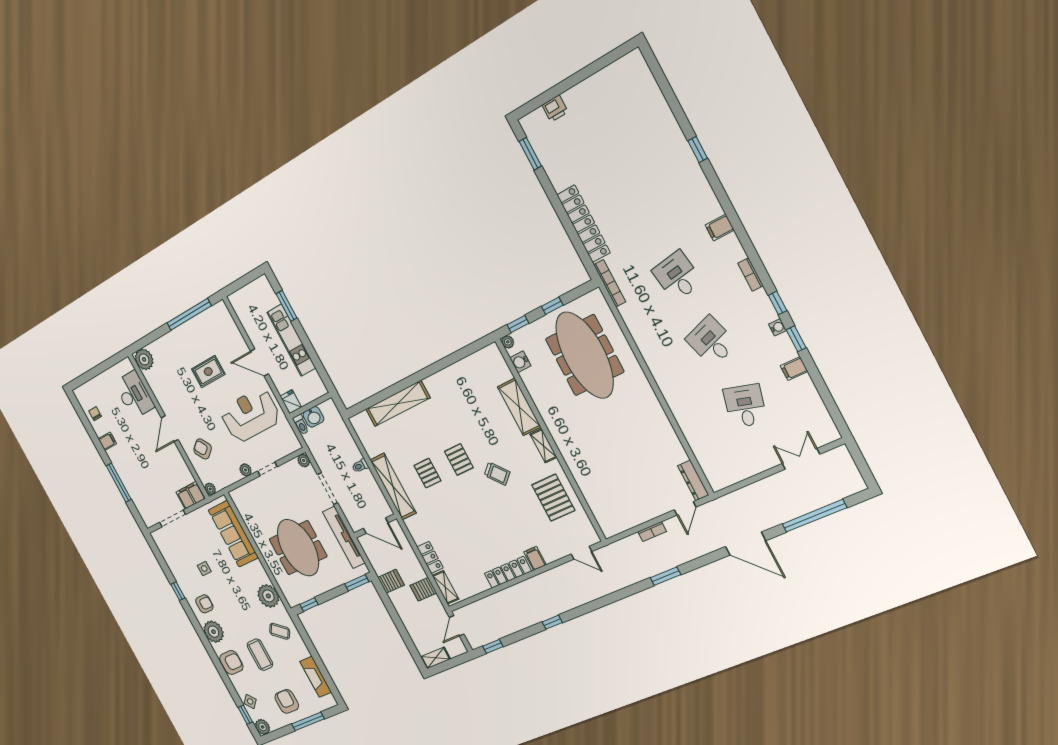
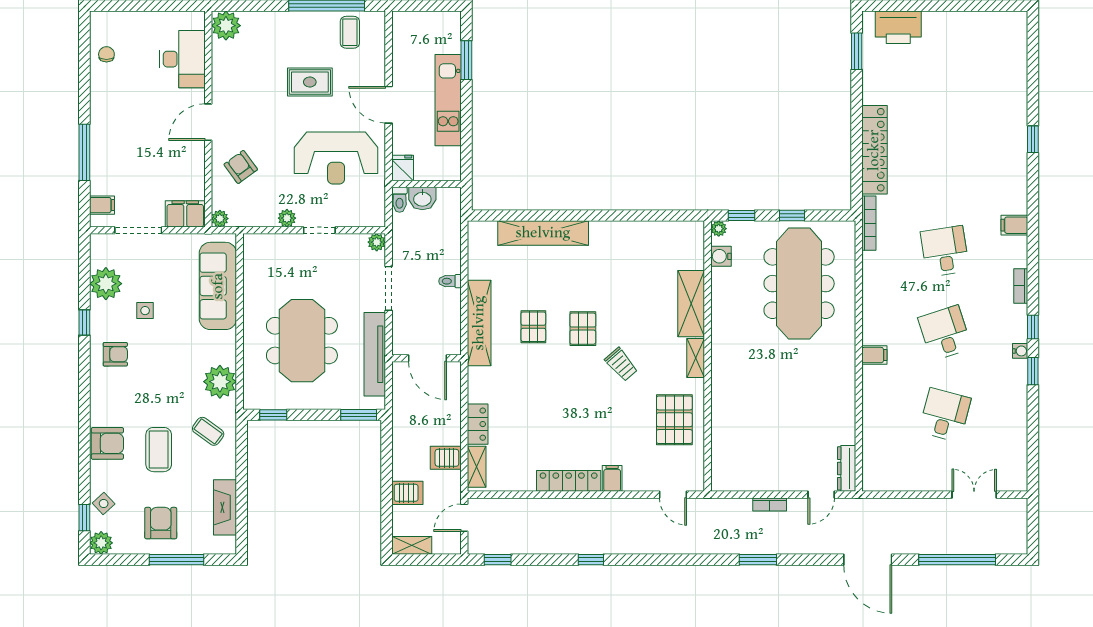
printer: (555, 108) -> (898, 27), width x1.87, depth x1.48
coffee table: (211, 325) -> (350, 32), added
filing cabinet: (794, 369) -> (874, 355), moved, turned 180
reception desk: (250, 415) -> (336, 158), turned 180
filing cabinet: (107, 441) -> (102, 205), moved
server rack: (391, 581) -> (407, 493), moved
plant: (214, 632) -> (106, 284), moved

